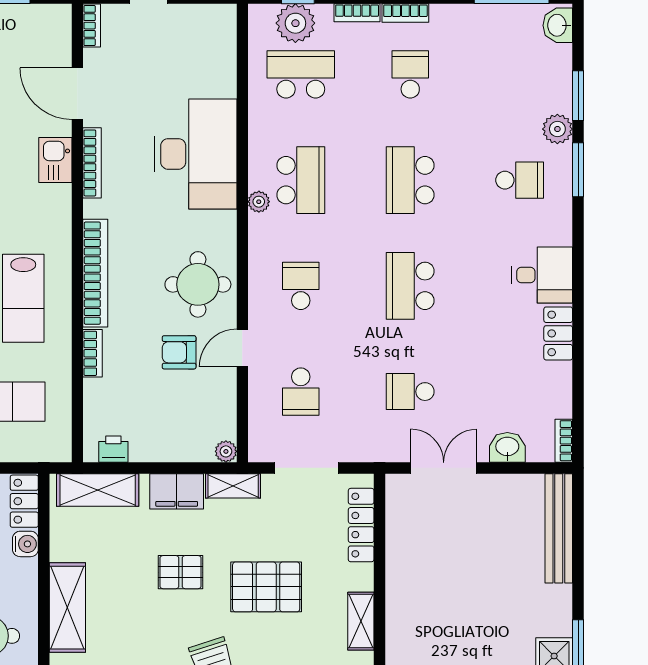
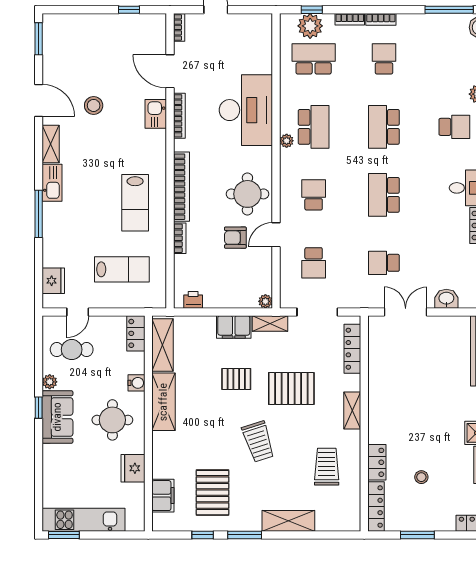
shelving: (98, 490) -> (163, 345), moved, turned 90
water cooler: (25, 544) -> (136, 383), moved

